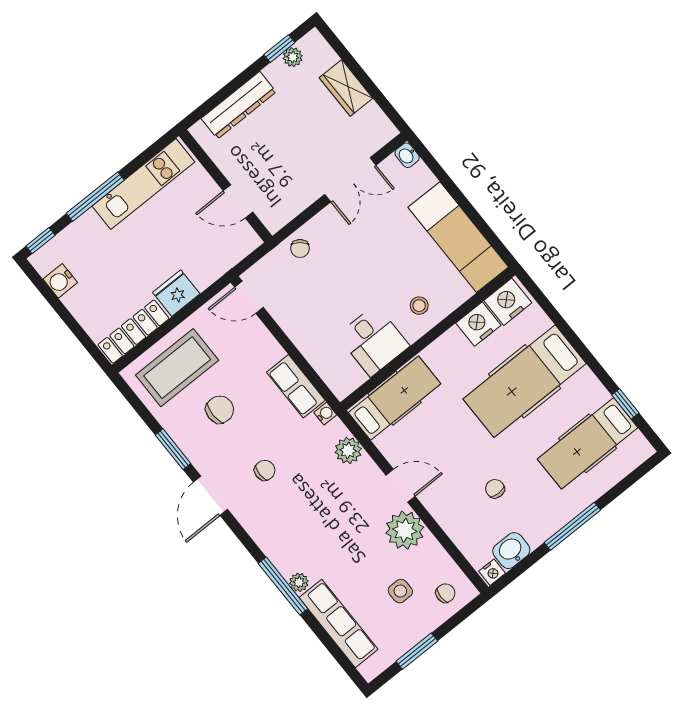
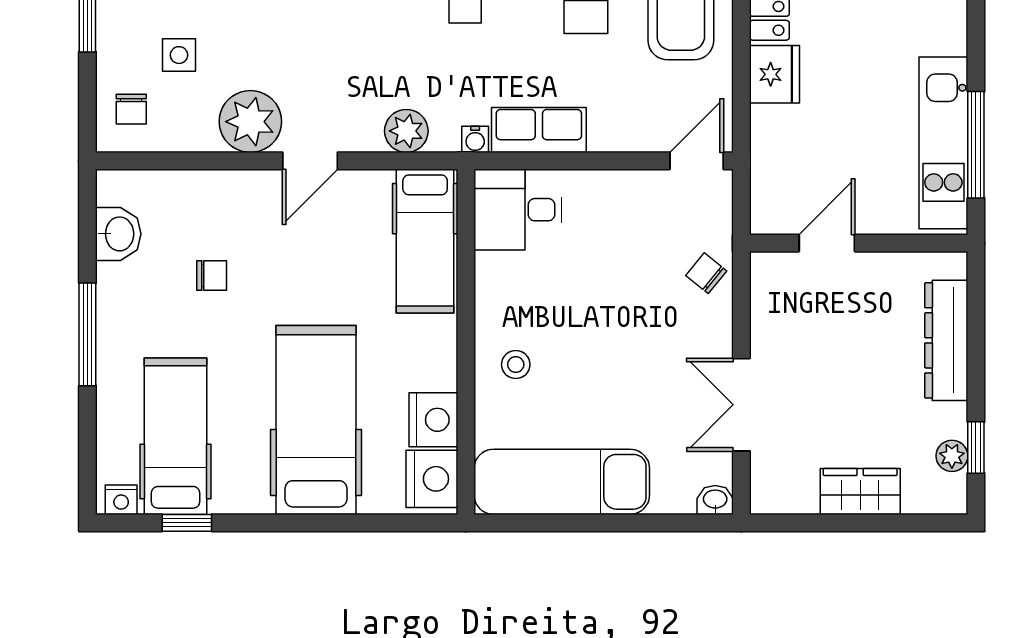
window: (95, 197) -> (976, 145), moved
desk: (373, 341) -> (518, 210), moved
nightstand: (492, 572) -> (121, 500), moved, turned -90

